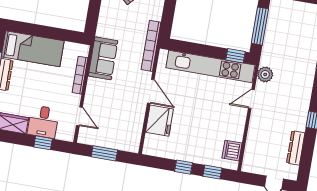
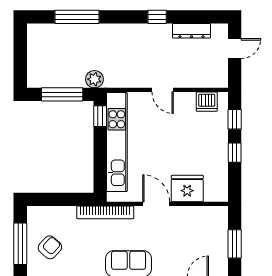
plant: (265, 74) -> (94, 79), moved
door: (151, 91) -> (156, 204), hinge flipped
door: (251, 99) -> (163, 90), moved

